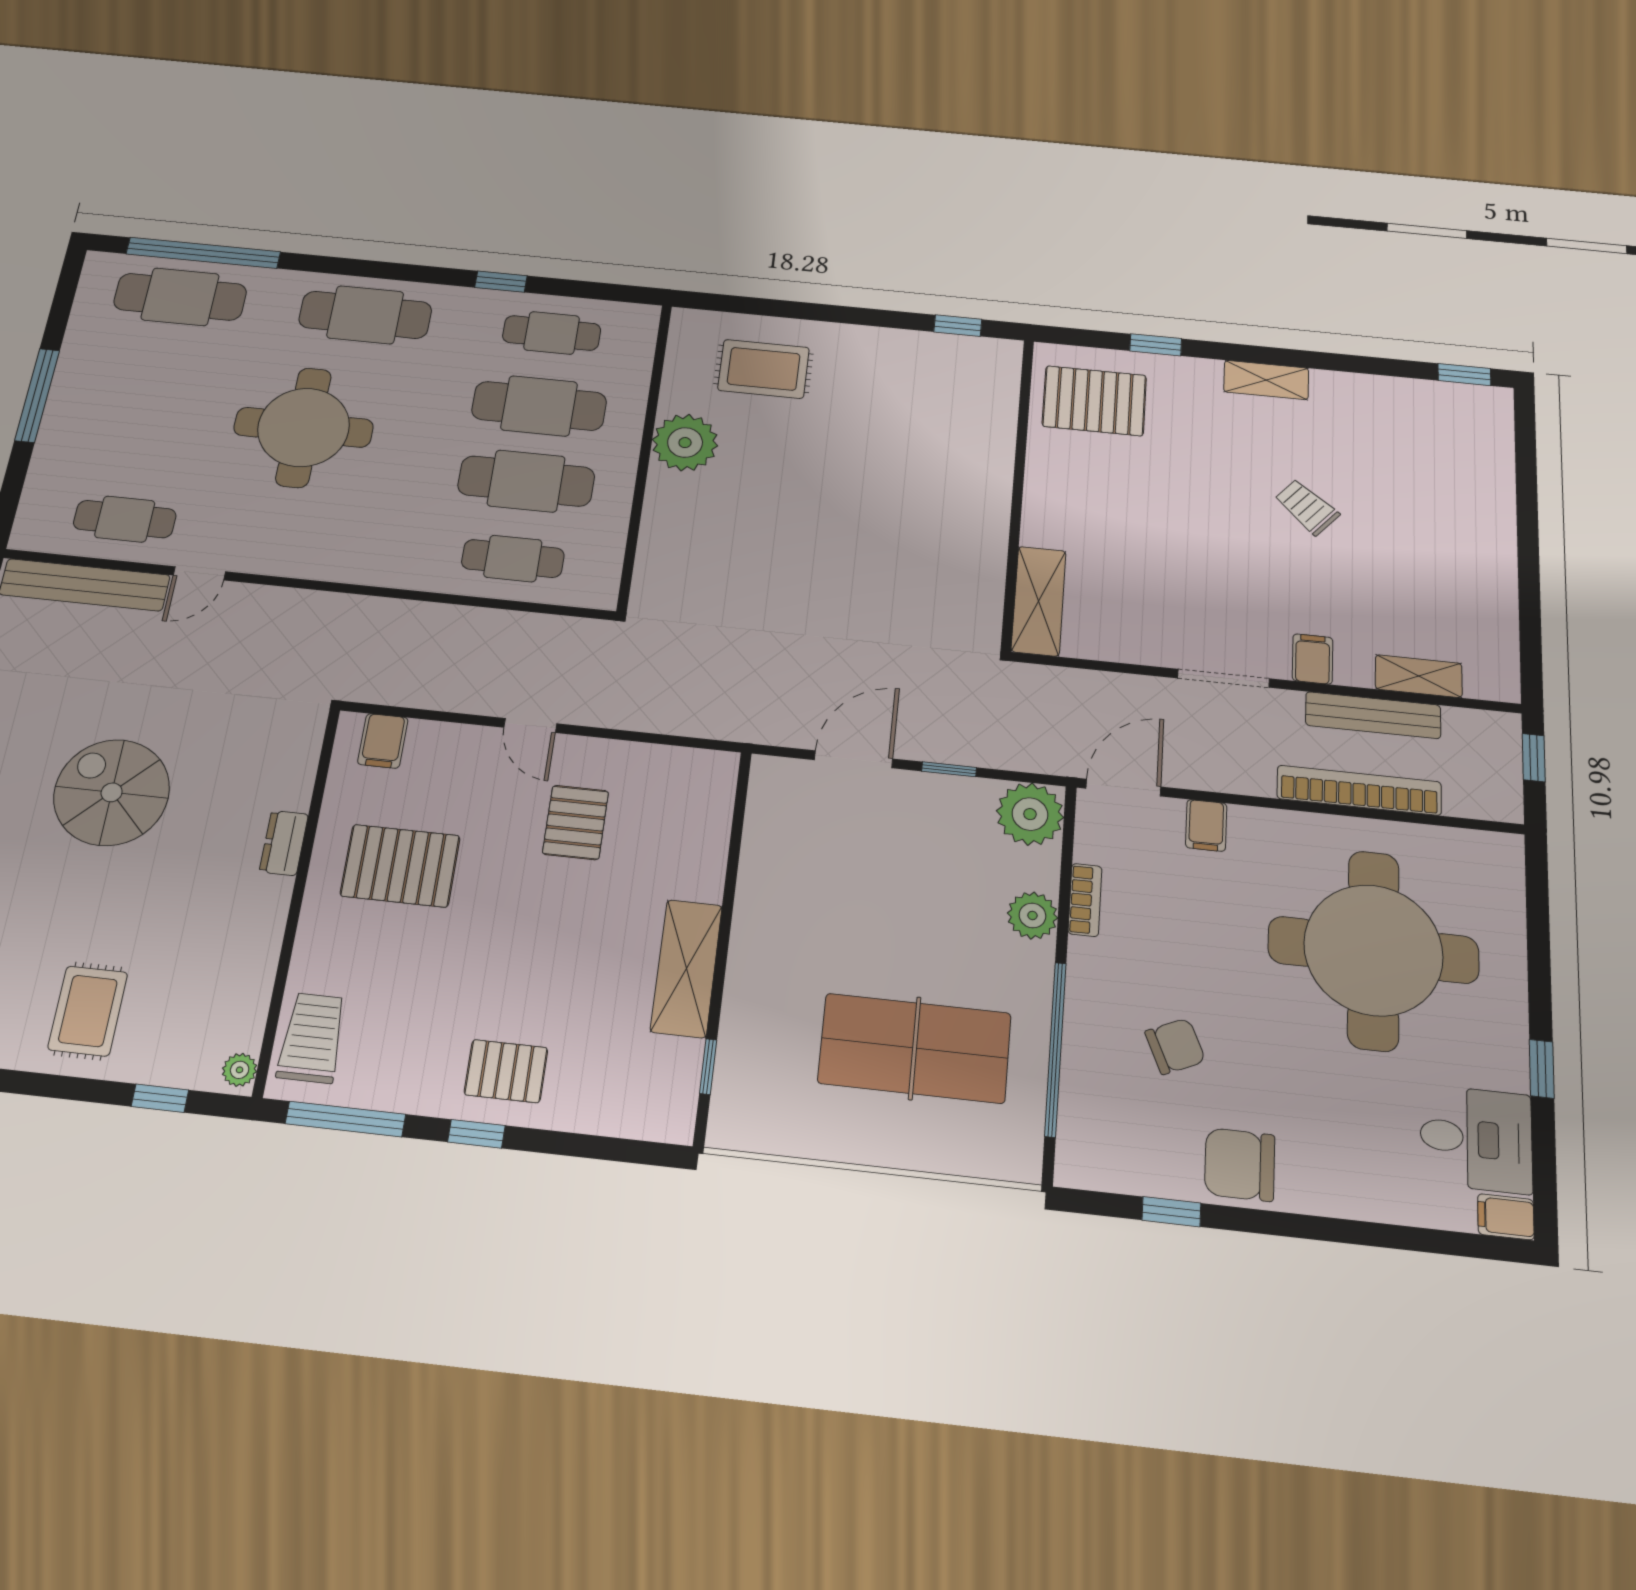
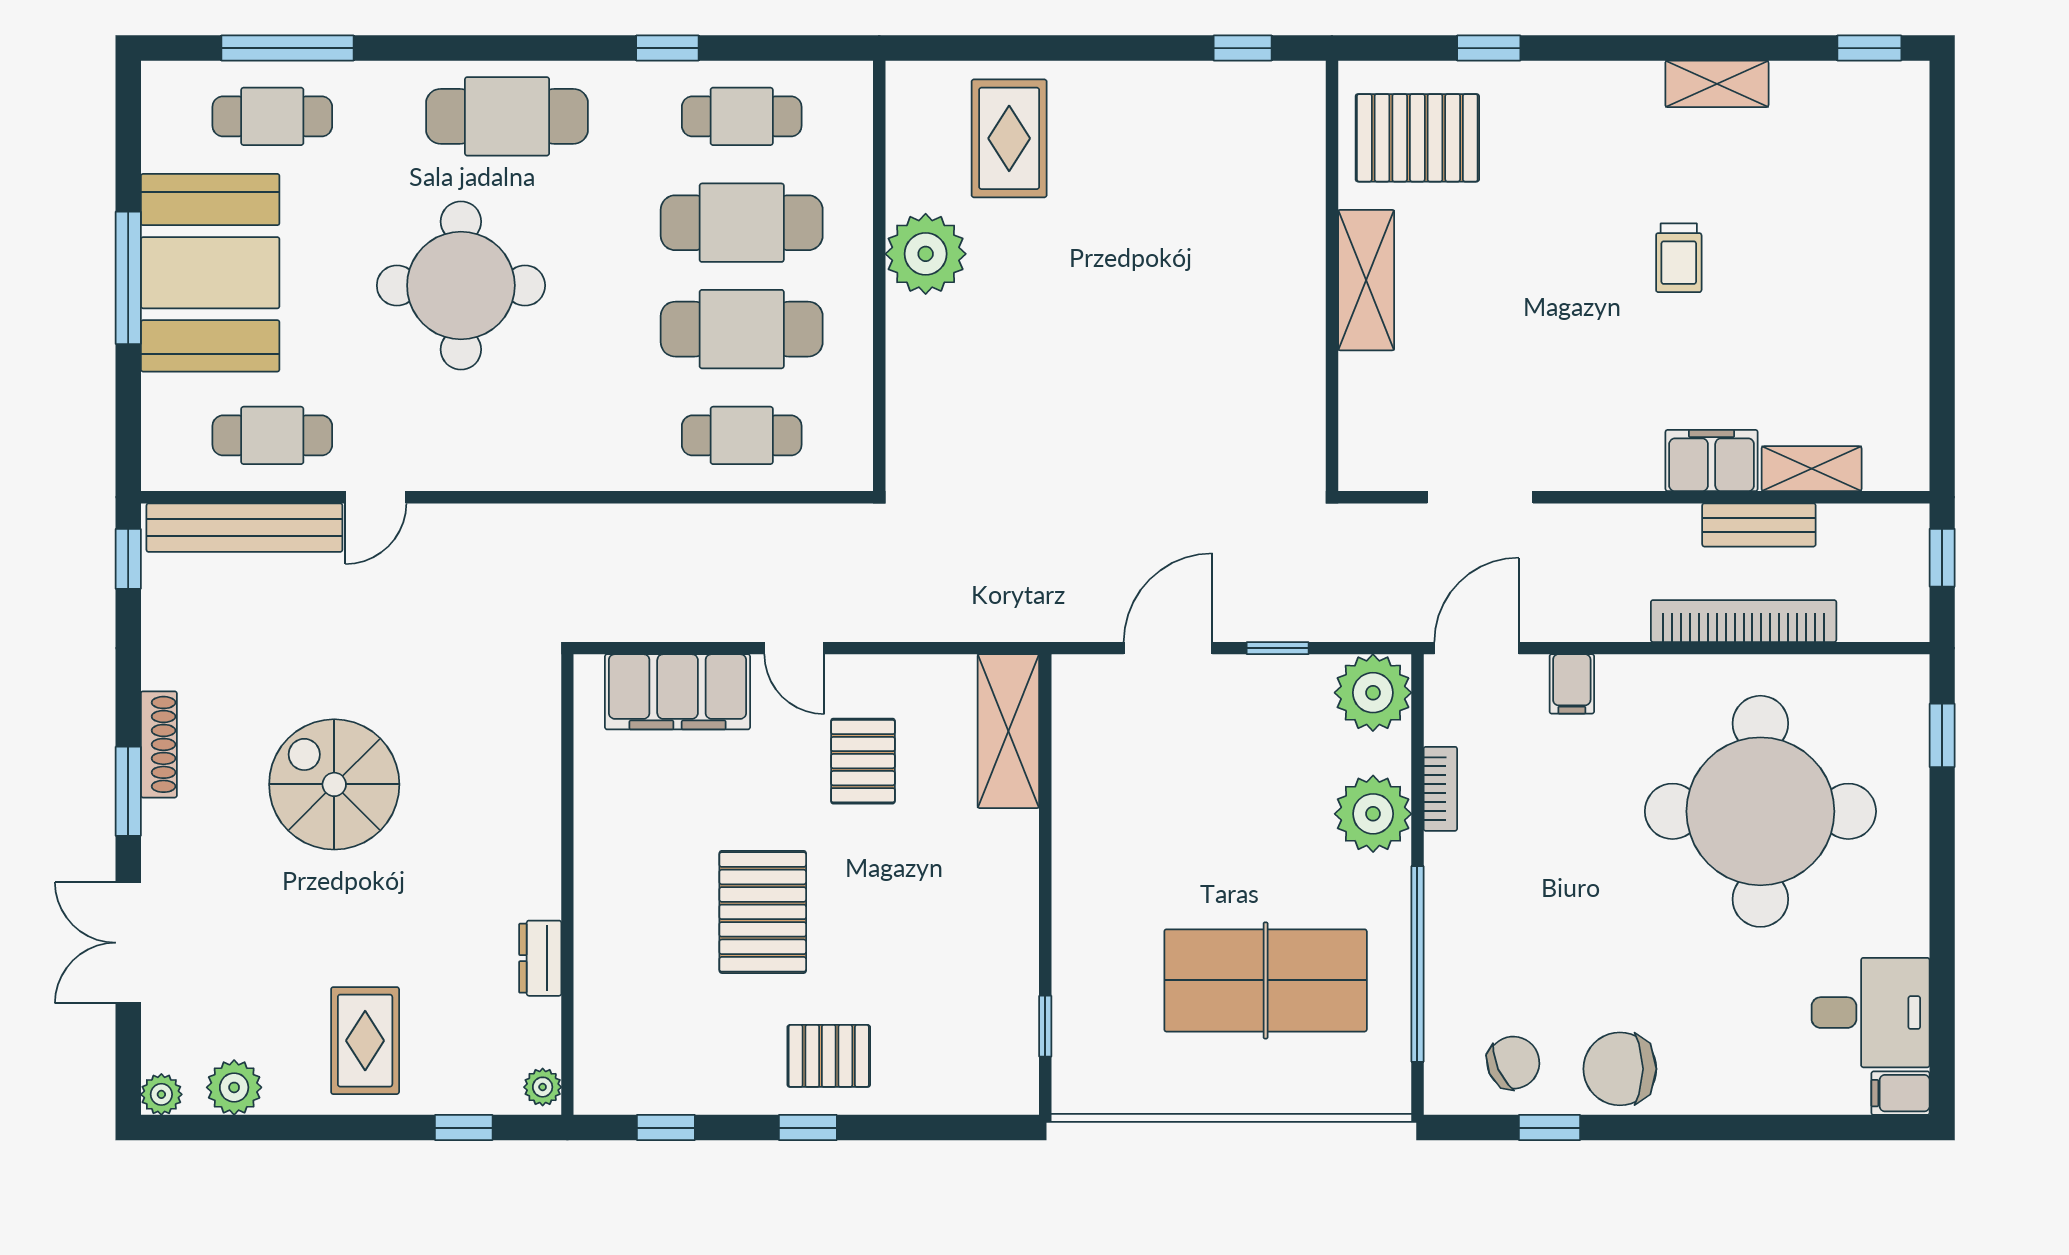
window: (203, 253) -> (287, 48), width x0.68
cafe table: (180, 297) -> (272, 116), width x0.73, depth x0.74
rug: (764, 369) -> (1009, 138), turned 90
shelving: (1266, 380) -> (1717, 84), moved
booth: (104, 398) -> (210, 273), added
trolley: (1307, 507) -> (1679, 258), turned -131
shelving: (1039, 601) -> (1366, 280), moved
filing cabinet: (1313, 659) -> (1712, 460), width x2.00
doorway: (1224, 678) -> (1480, 497), moved
bench: (1373, 715) -> (1759, 525), width x0.73
filing cabinet: (383, 741) -> (678, 692), width x3.00, depth x1.17
dresser: (284, 843) -> (540, 958), moved
pallet: (400, 866) -> (763, 912), moved, turned 90
plant: (1032, 915) -> (1373, 814), width x1.36, depth x1.36
shelving: (686, 968) -> (1008, 731), moved
trolley: (312, 1038) -> (614, 1043), removed
chair: (1175, 1046) -> (1513, 1063), moved
window: (1542, 1069) -> (1942, 735), moved
window: (345, 1119) -> (666, 1128), width x0.46

